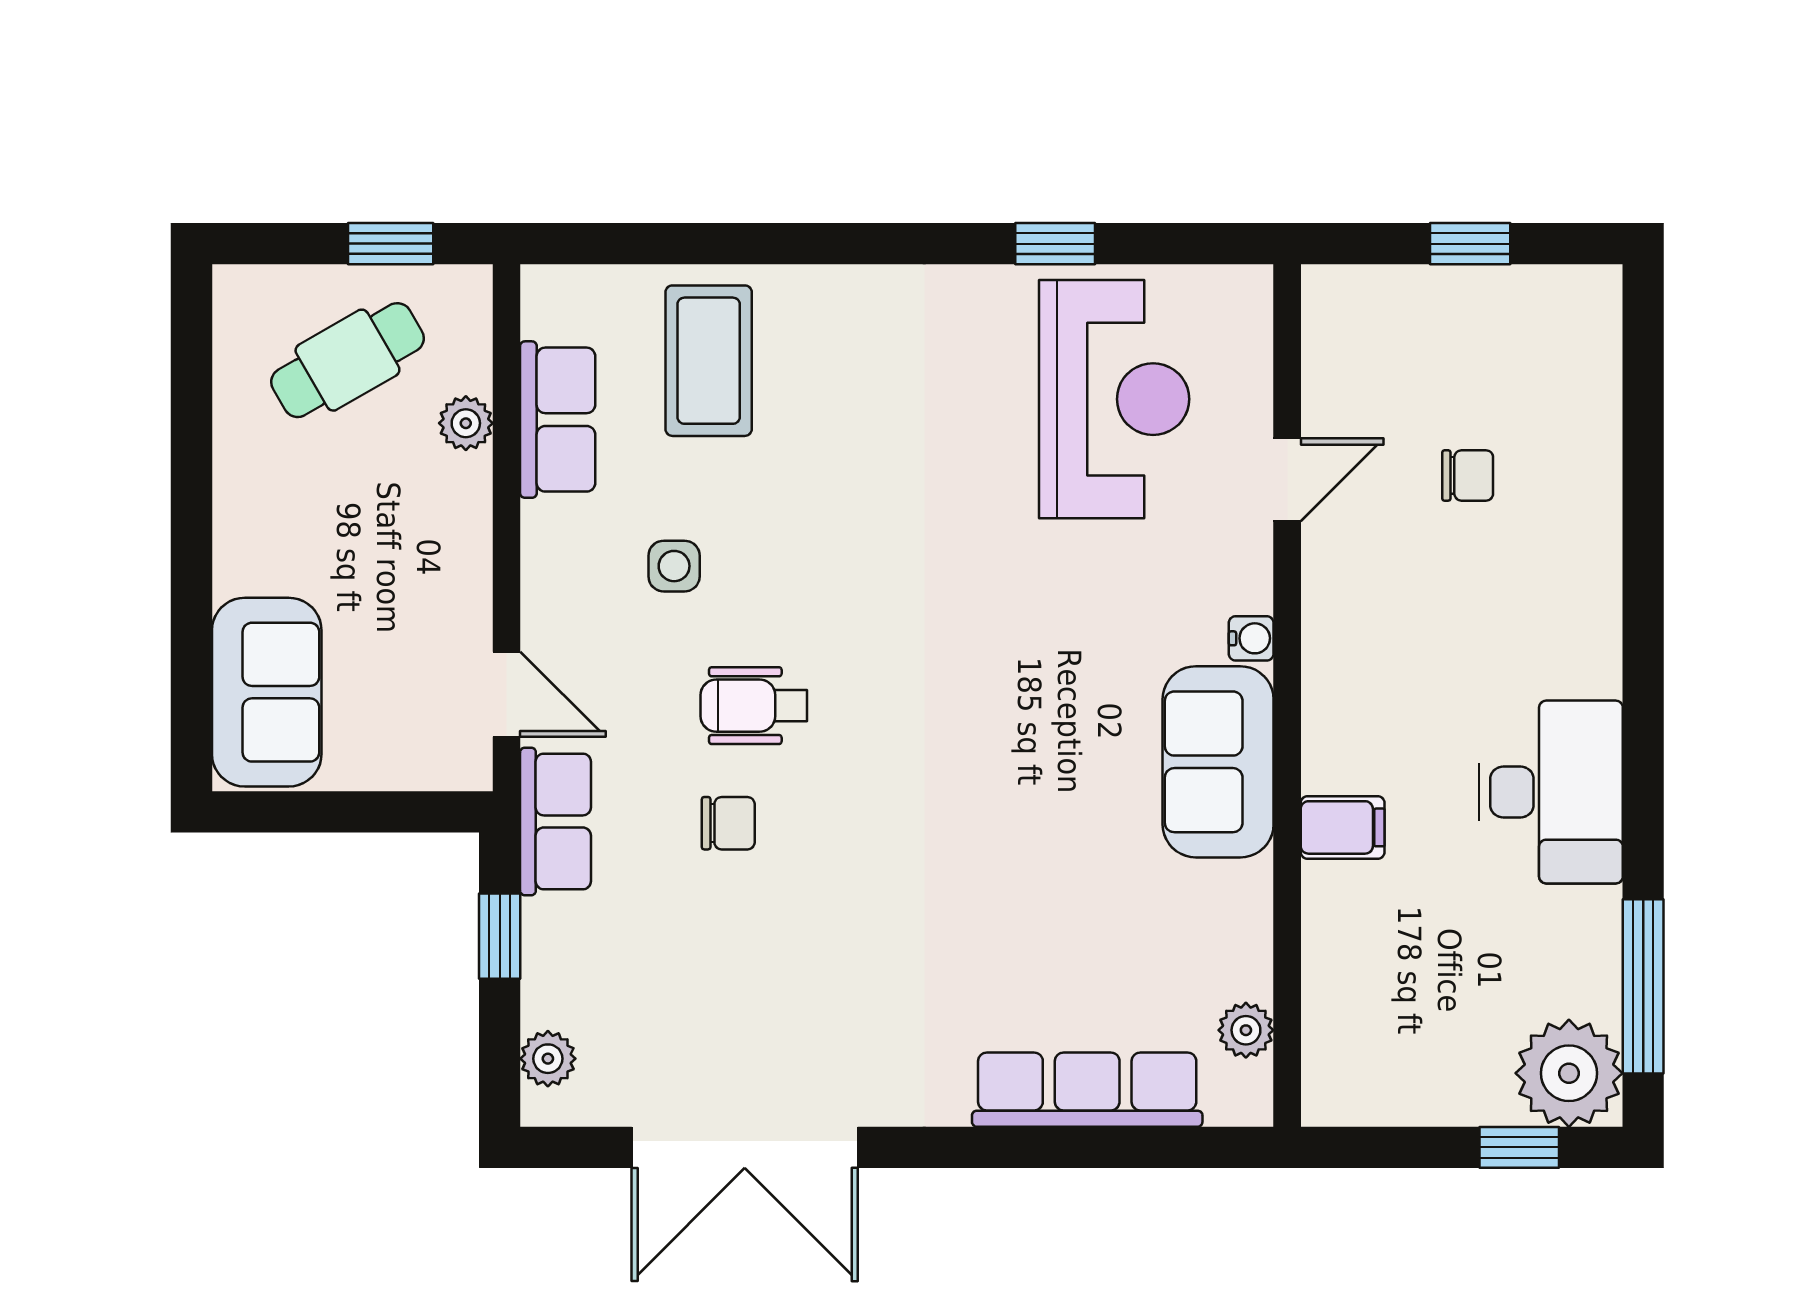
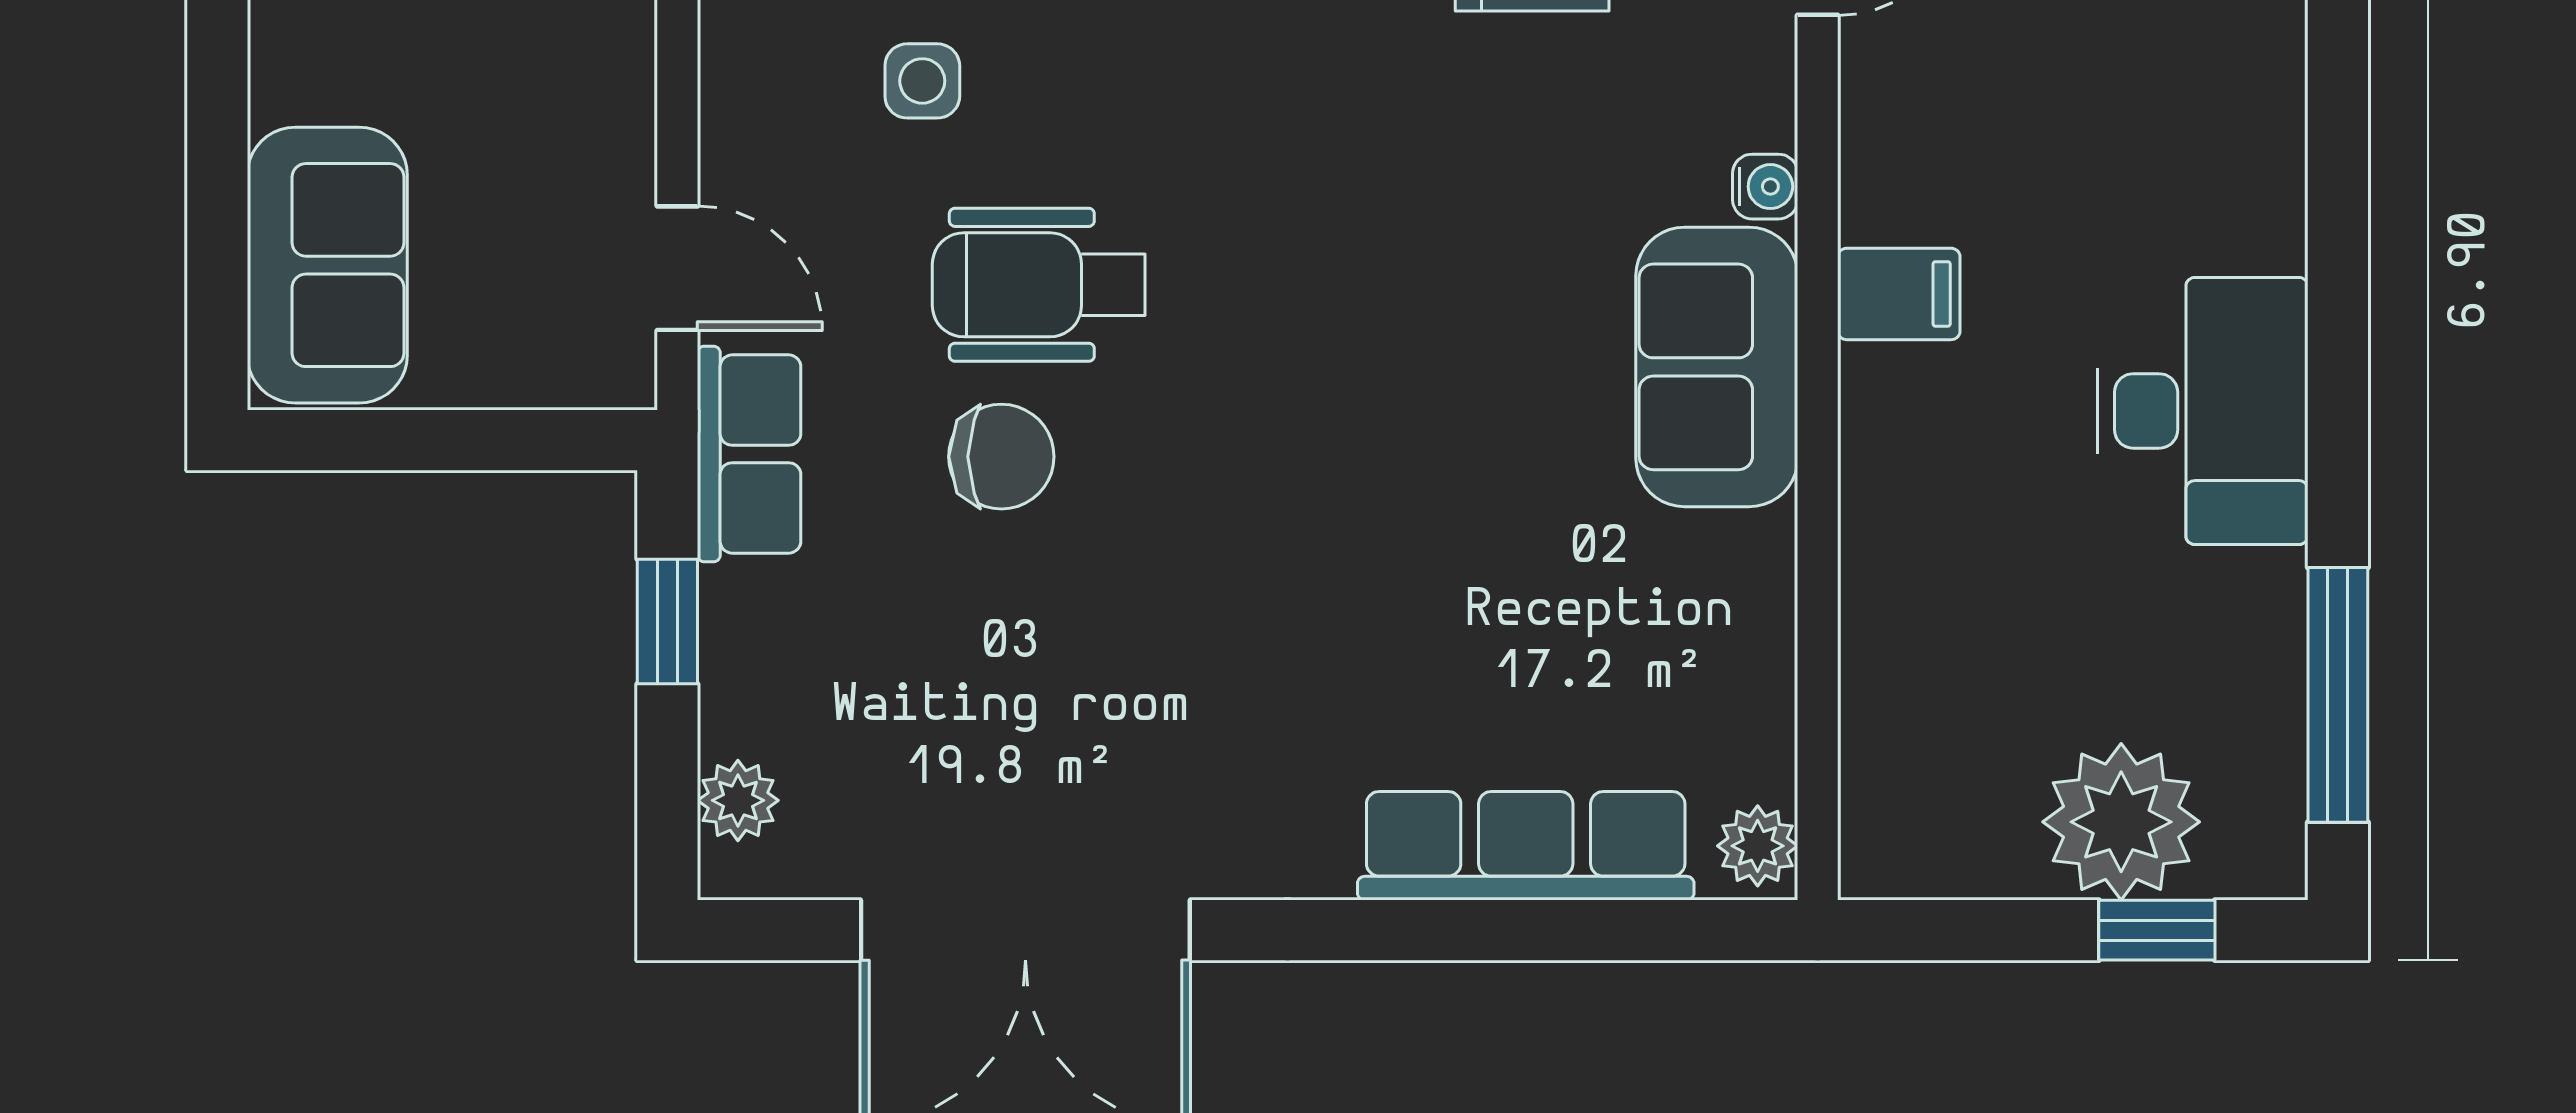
wheelchair: (754, 706) -> (1039, 285), width x1.36, depth x1.37
chair: (728, 823) -> (1001, 457), width x1.37, depth x1.37
filing cabinet: (1343, 827) -> (1899, 294), moved
plant: (1246, 1030) -> (1758, 846), moved
plant: (1569, 1073) -> (2121, 822), moved

